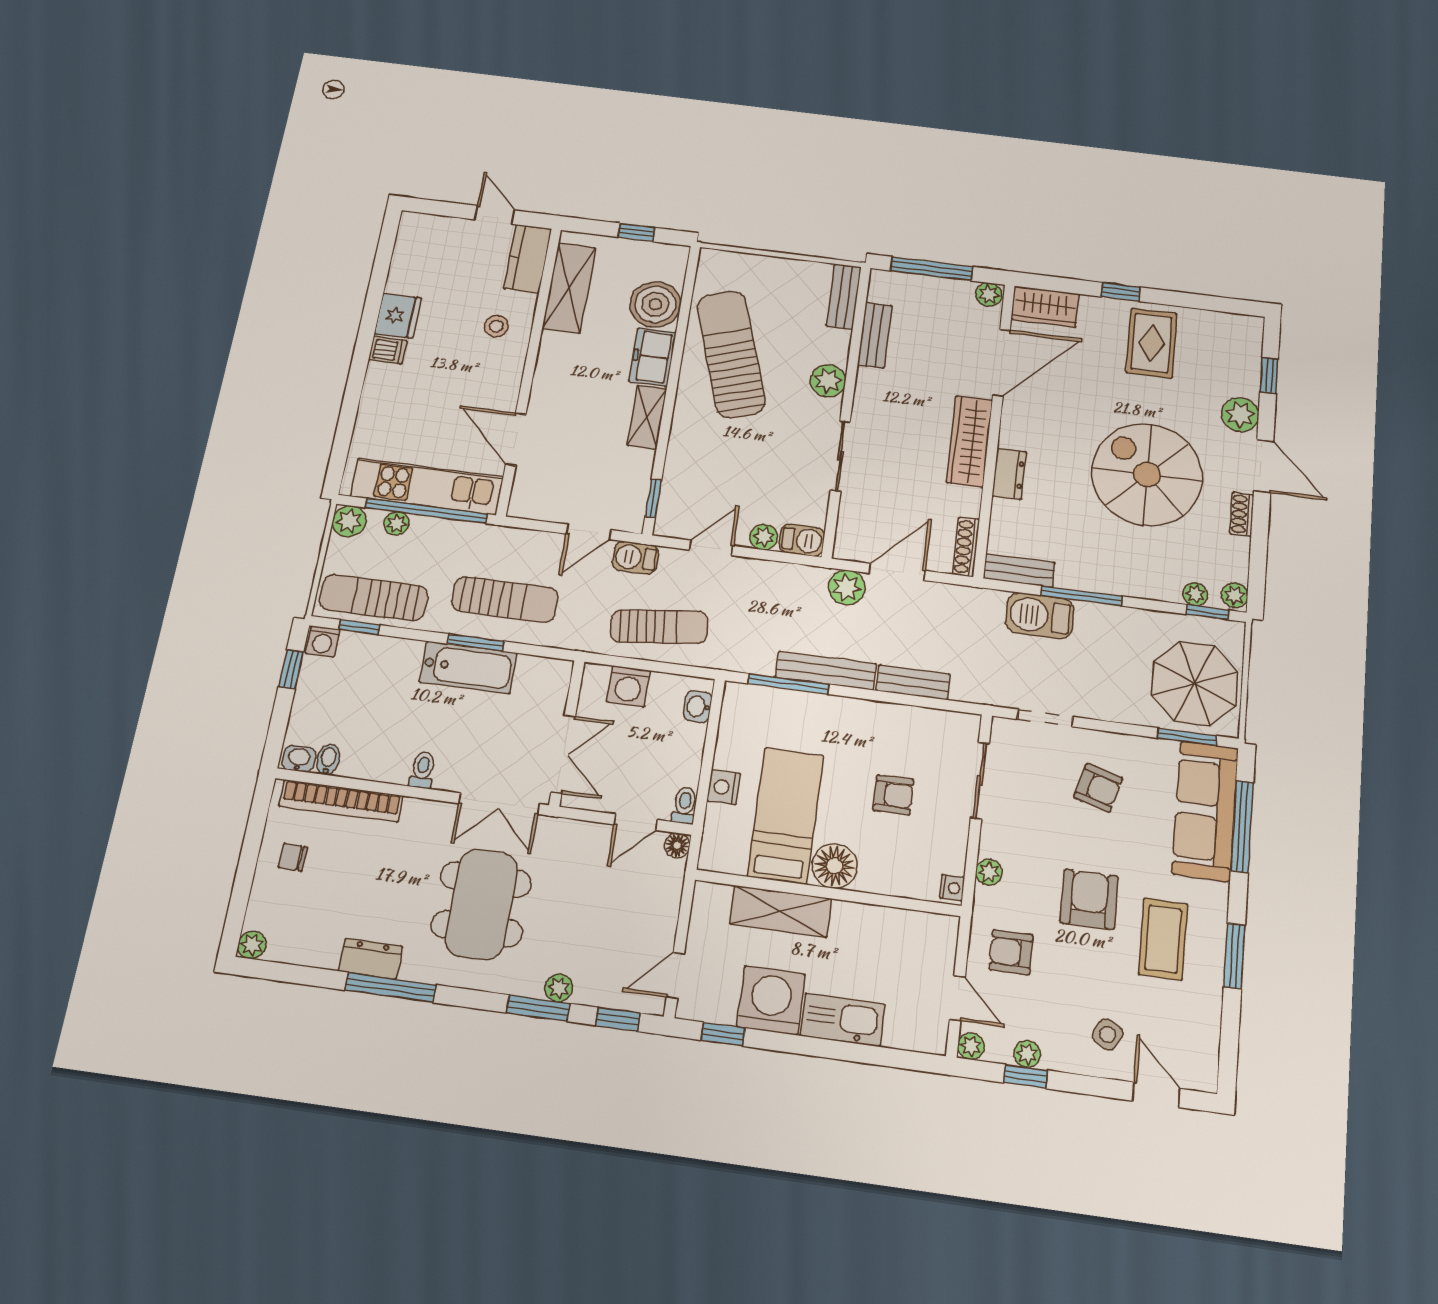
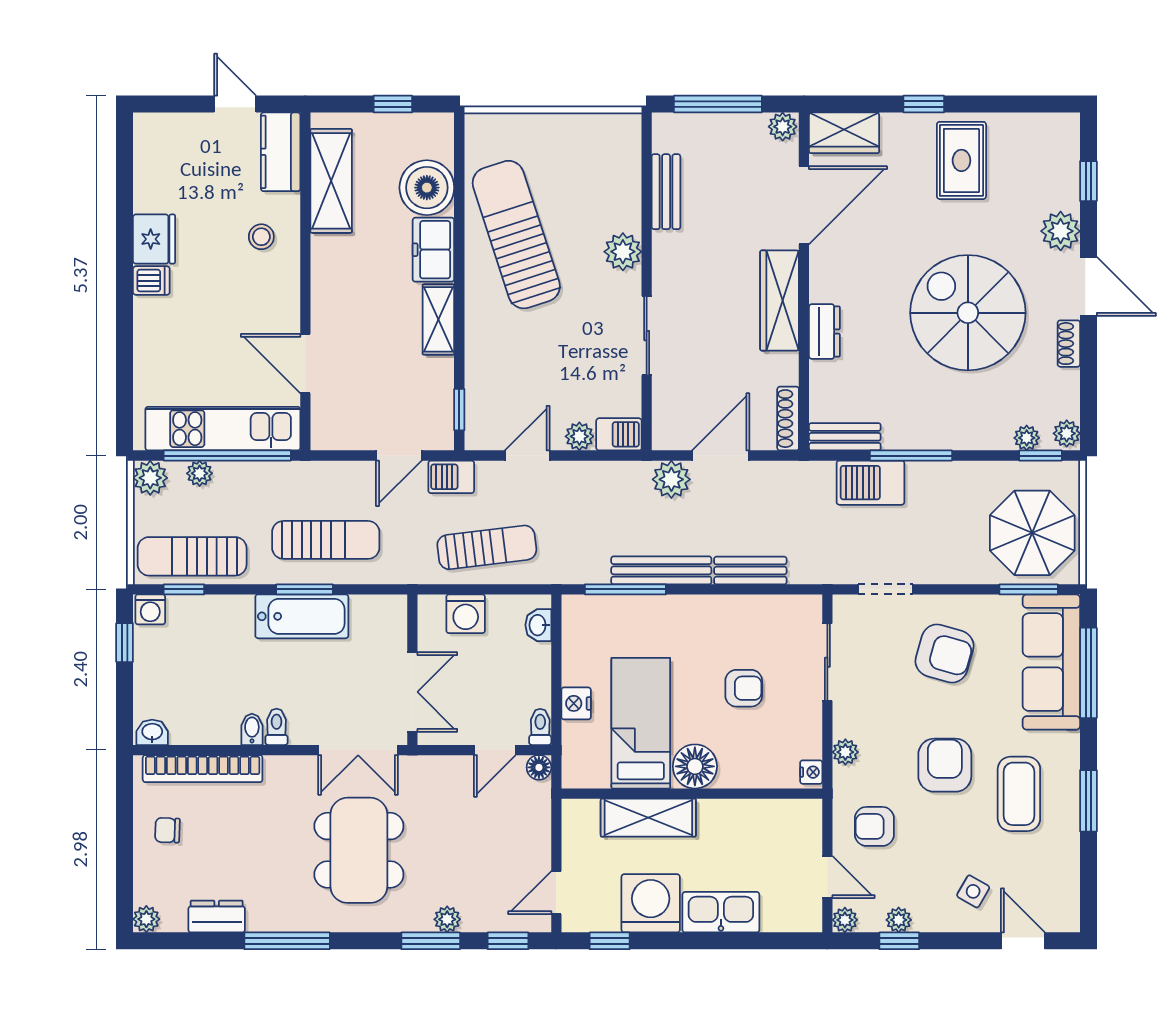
bench: (844, 296) -> (627, 150), removed
bidet: (328, 760) -> (252, 729), moved
armchair: (1098, 788) -> (944, 653), width x1.38, depth x1.38
dresser: (371, 959) -> (217, 917), moved

